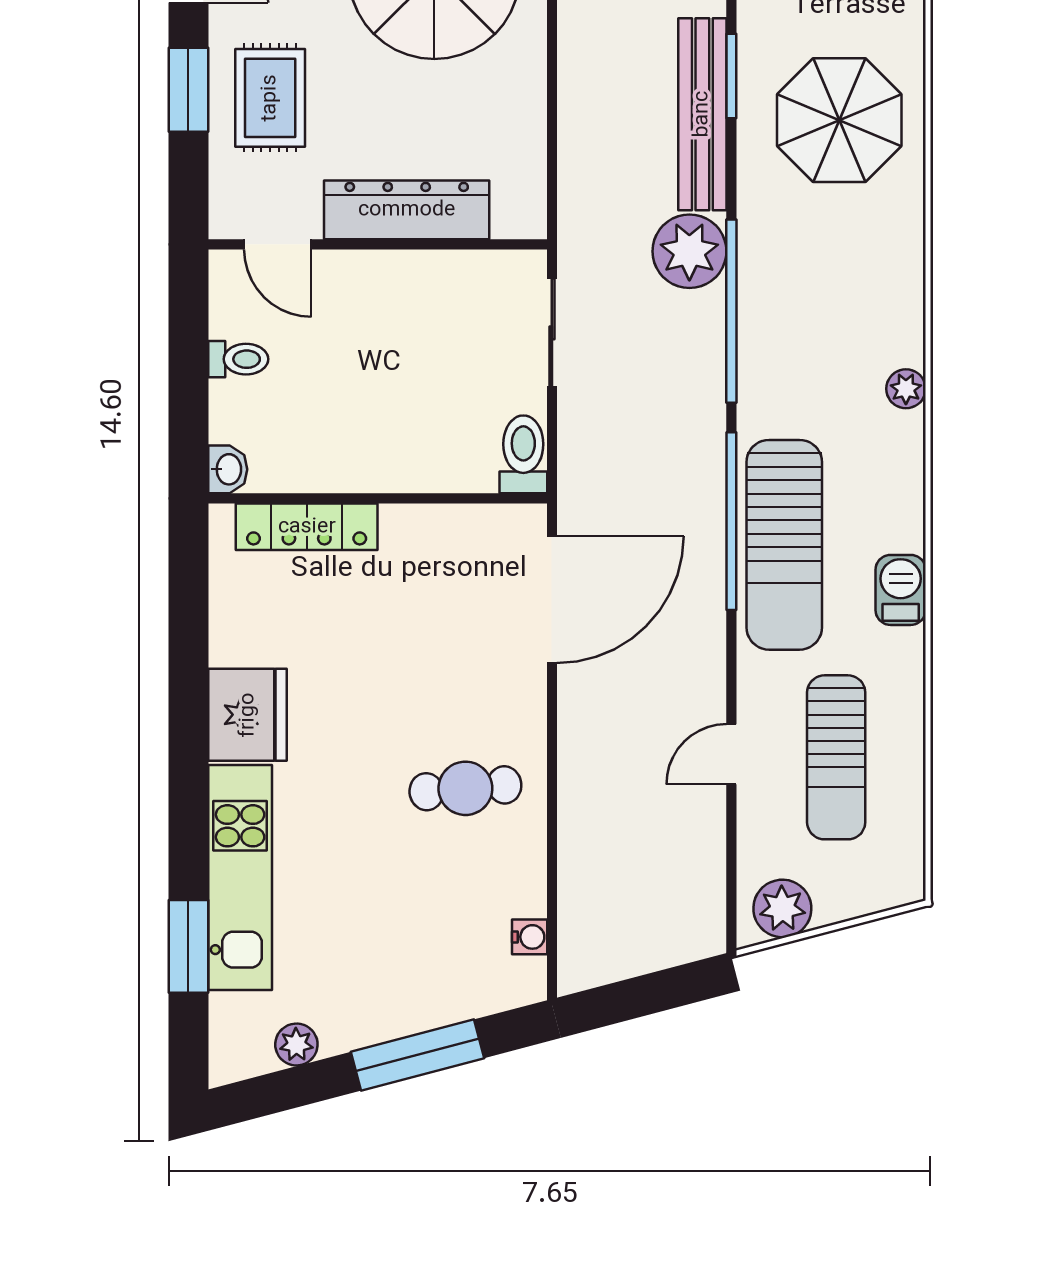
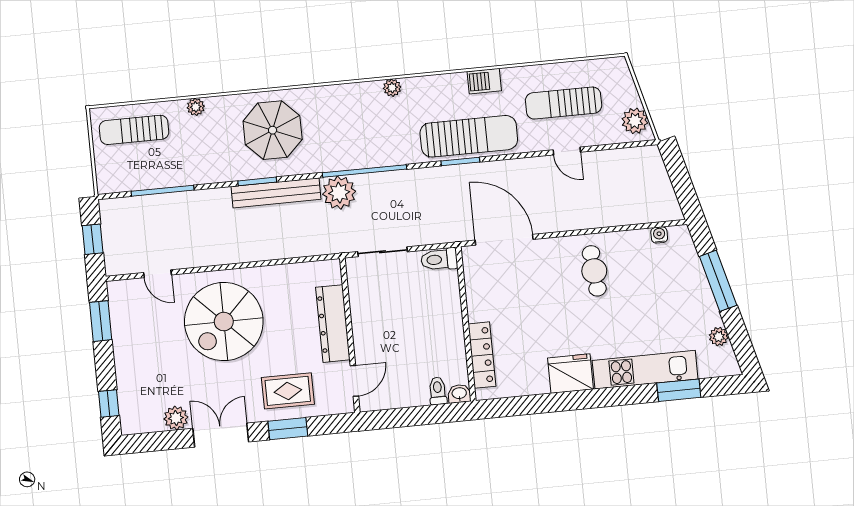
toilet: (238, 359) -> (438, 391), moved
window: (731, 521) -> (460, 161), width x0.47
sun lounger: (836, 757) -> (564, 103), turned 180

